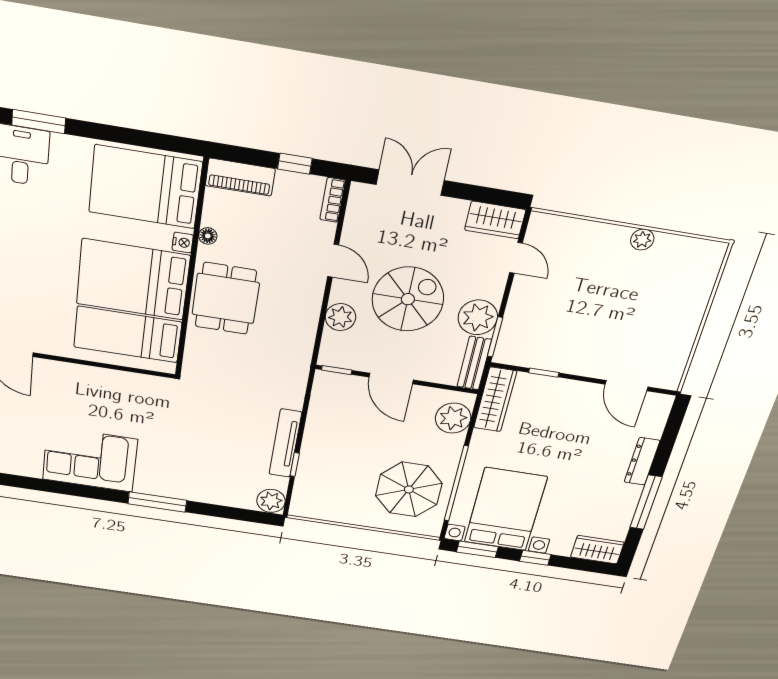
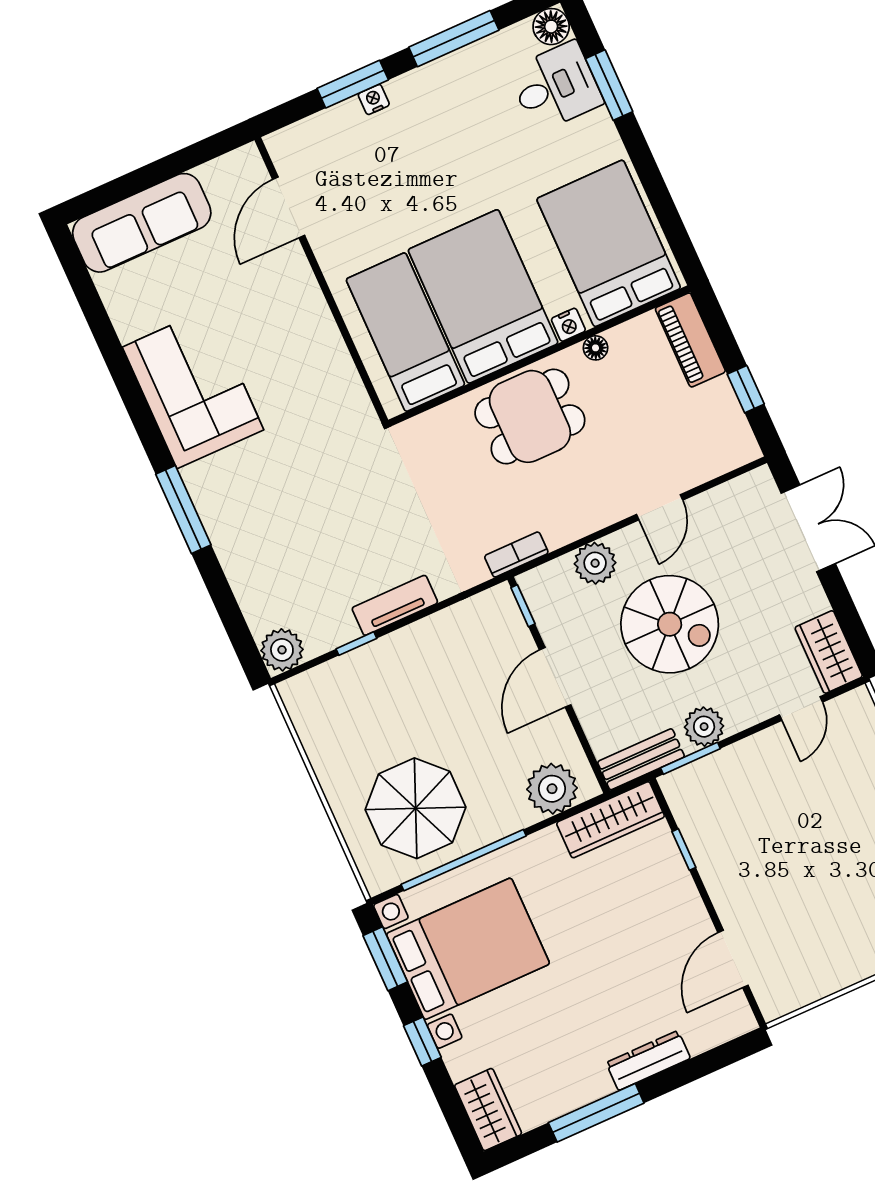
bookcase: (333, 200) -> (516, 555), moved
plant: (478, 317) -> (704, 727), width x0.73, depth x0.73
tv unit: (285, 443) -> (395, 605), width x0.71

